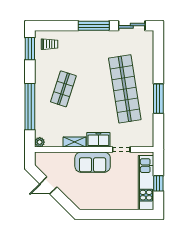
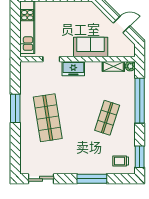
window: (94, 26) -> (92, 179), moved
shop shelf: (125, 89) -> (48, 118), width x0.71
shelving: (74, 142) -> (113, 66), moved
sofa: (93, 162) -> (91, 47), moved
window: (158, 183) -> (15, 26), removed

